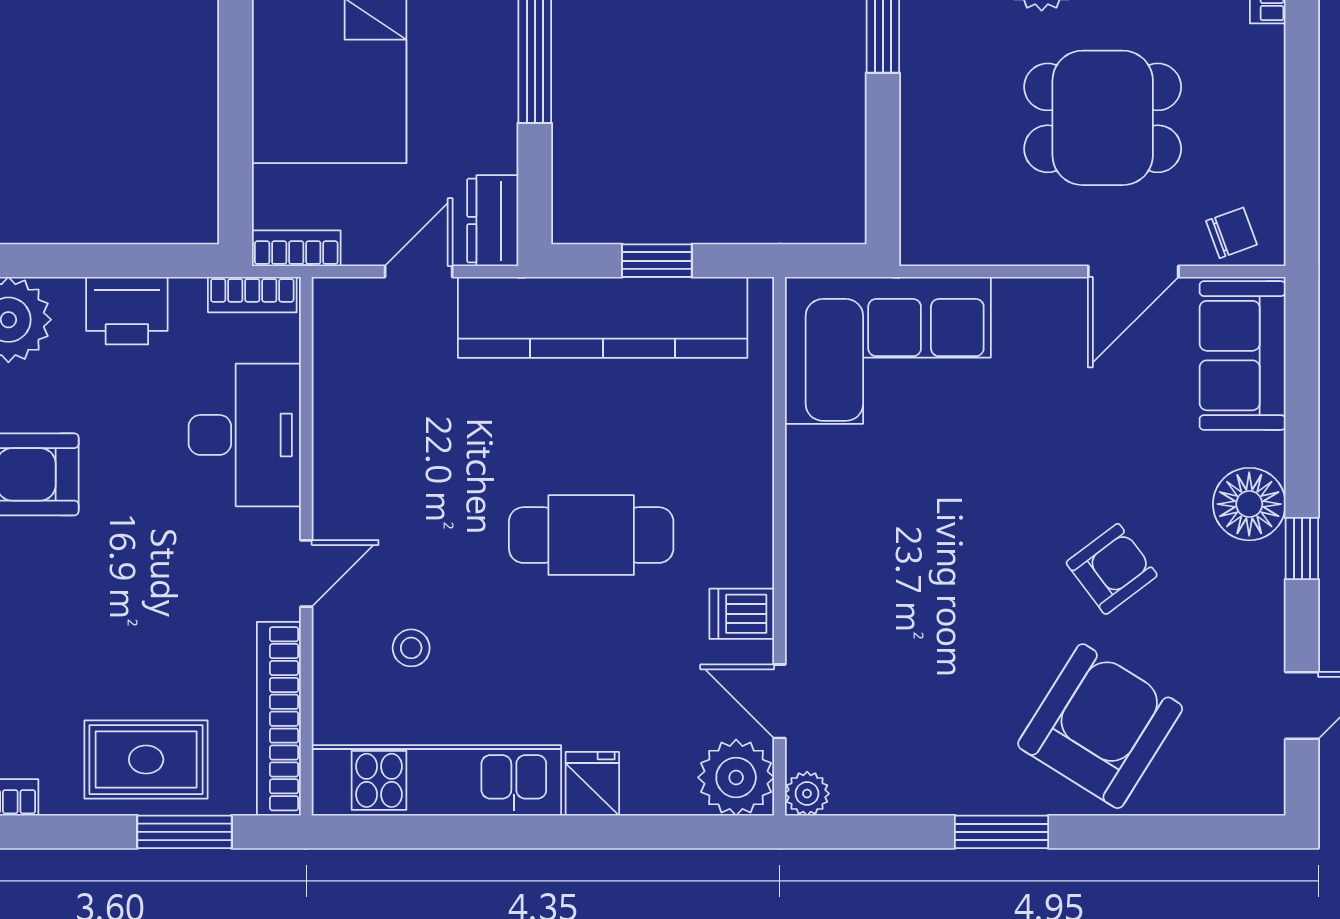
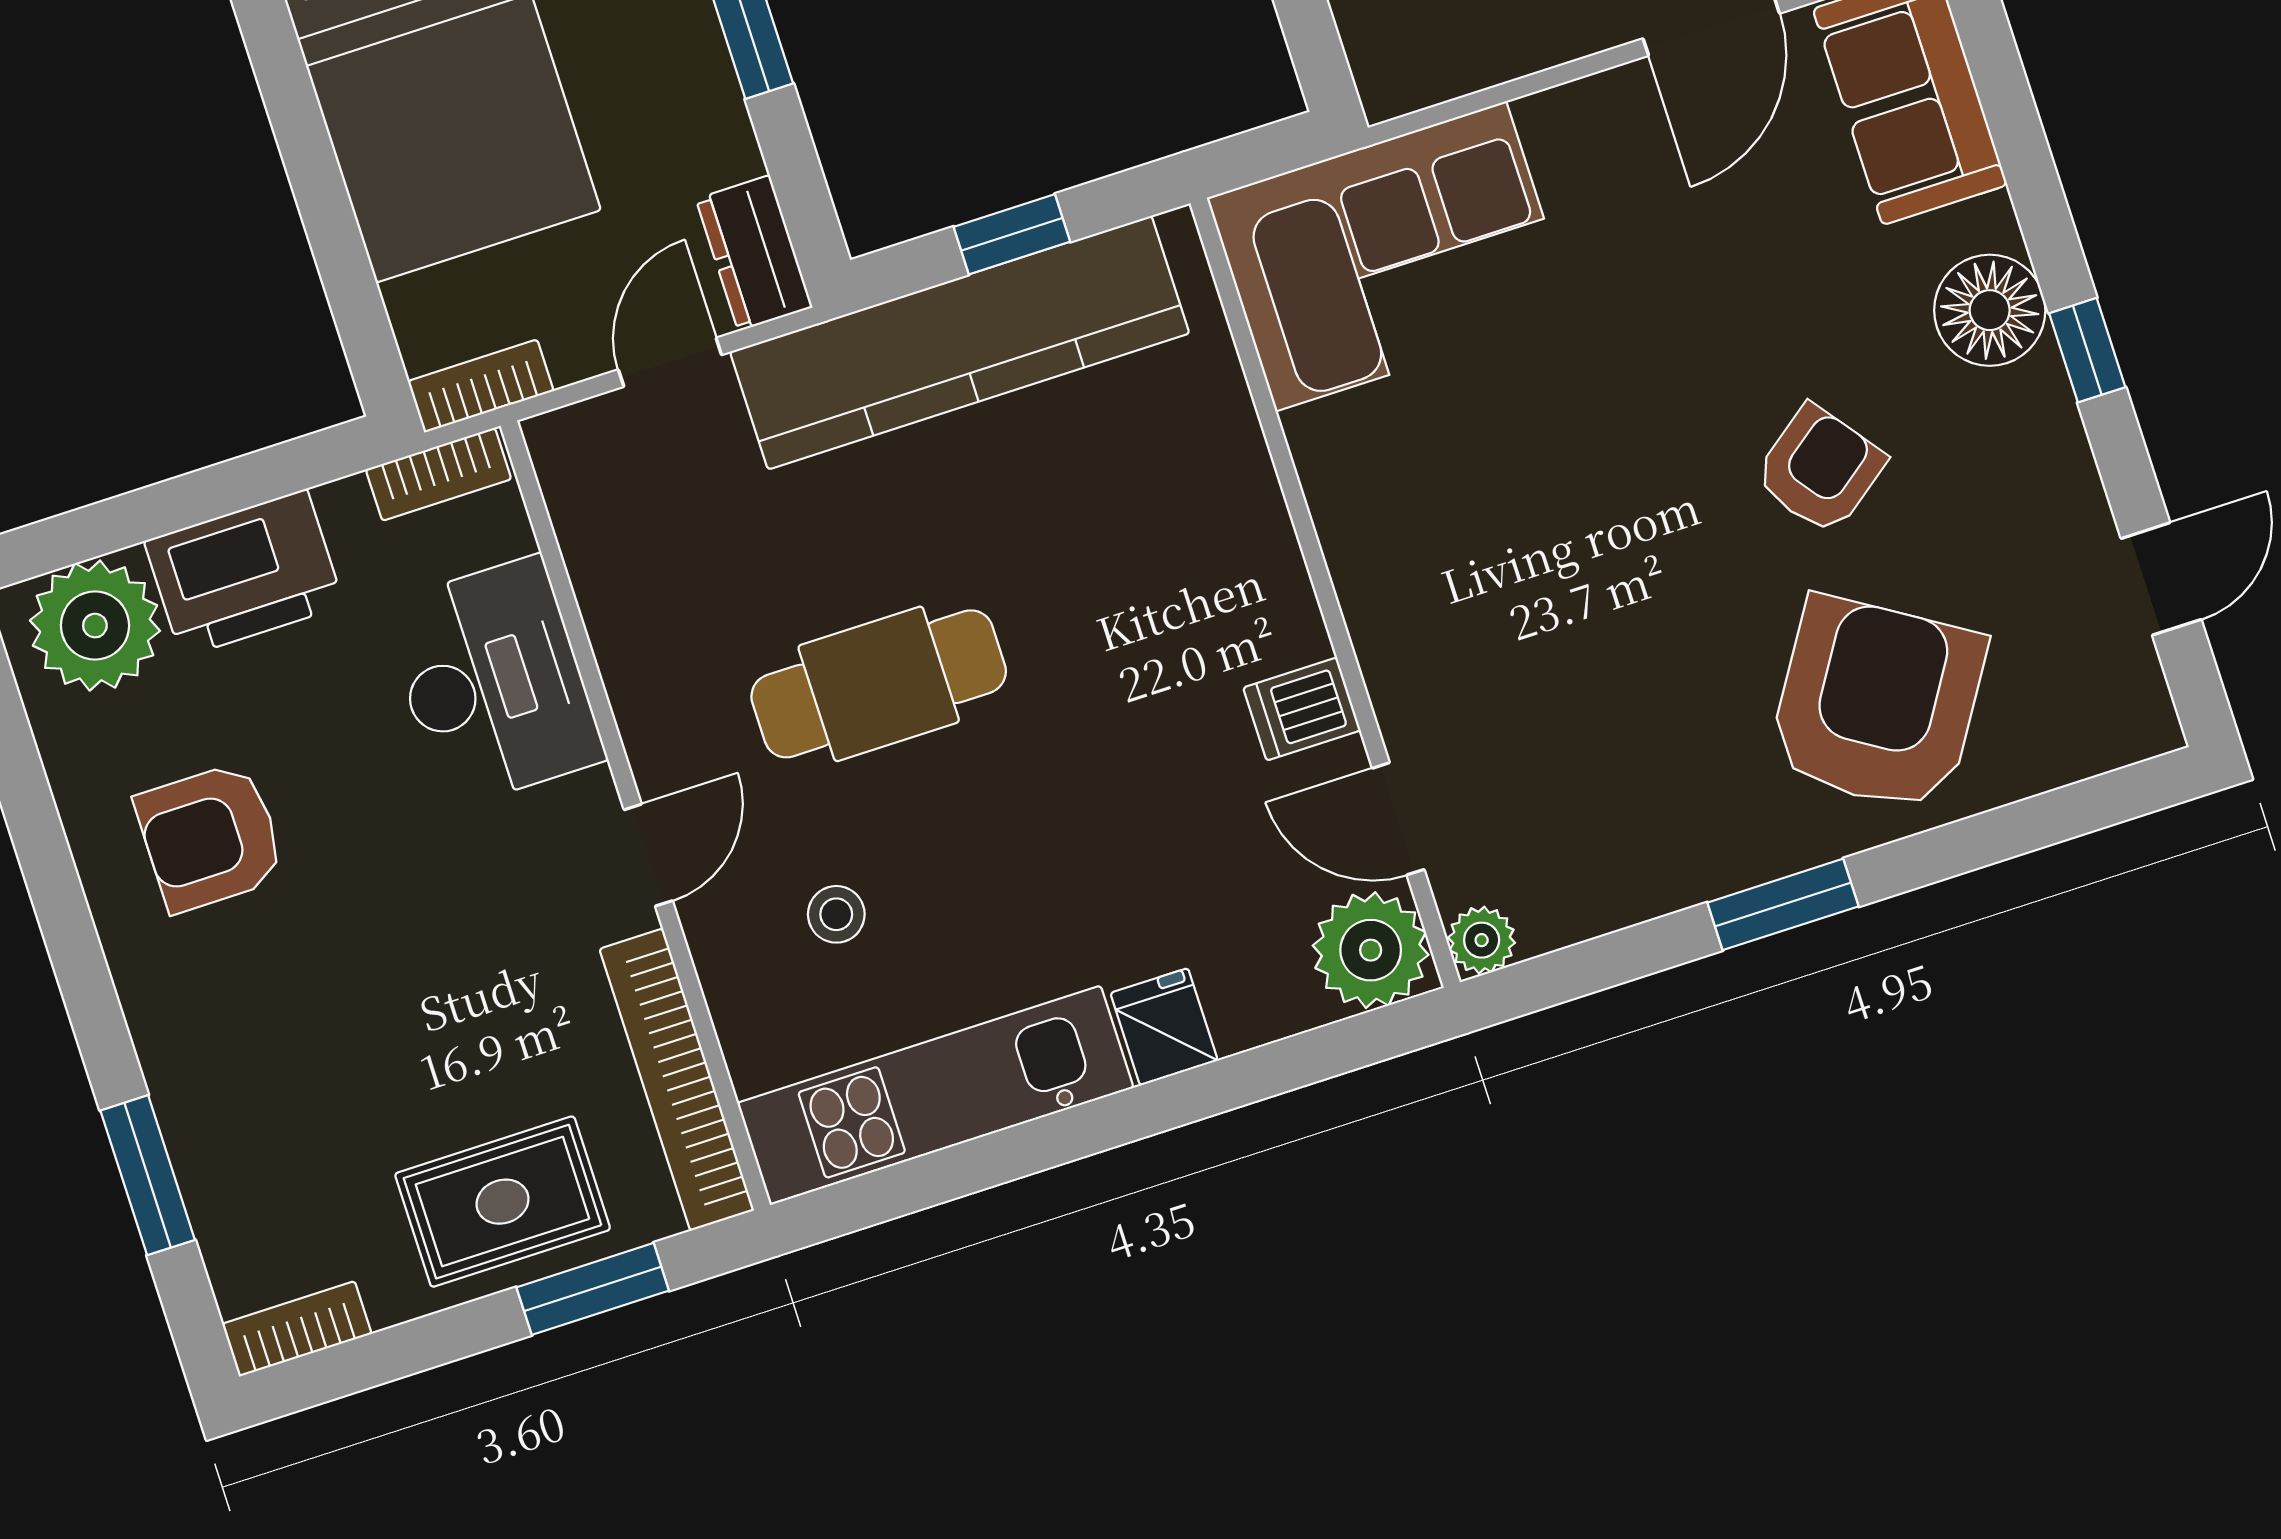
printer: (127, 311) -> (244, 573), width x1.37, depth x1.19
cafe table: (591, 535) -> (879, 684), moved

